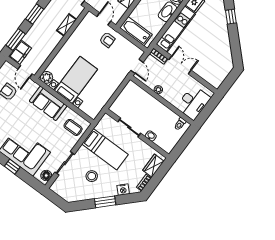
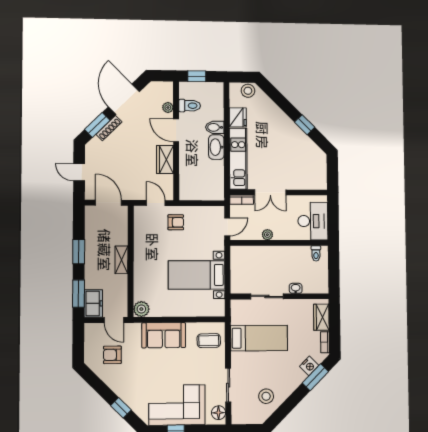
window: (231, 17) -> (305, 125), moved
shelving: (67, 25) -> (121, 260), moved
bathtub: (136, 31) -> (199, 191), removed
double door: (180, 65) -> (270, 192), swing flipped
door: (137, 66) -> (227, 227), hinge flipped
bed with nightstands: (76, 80) -> (197, 275), moved, turned -90
stool: (92, 176) -> (266, 396), moved
window: (105, 202) -> (315, 377), moved

